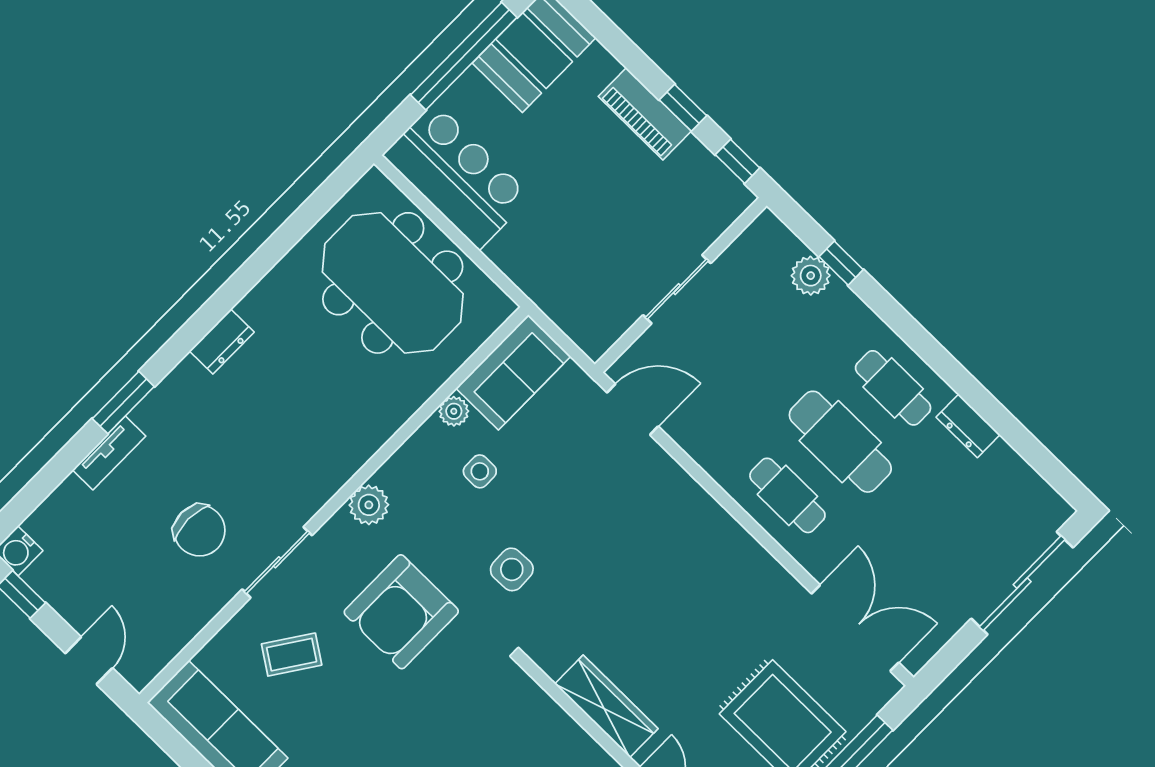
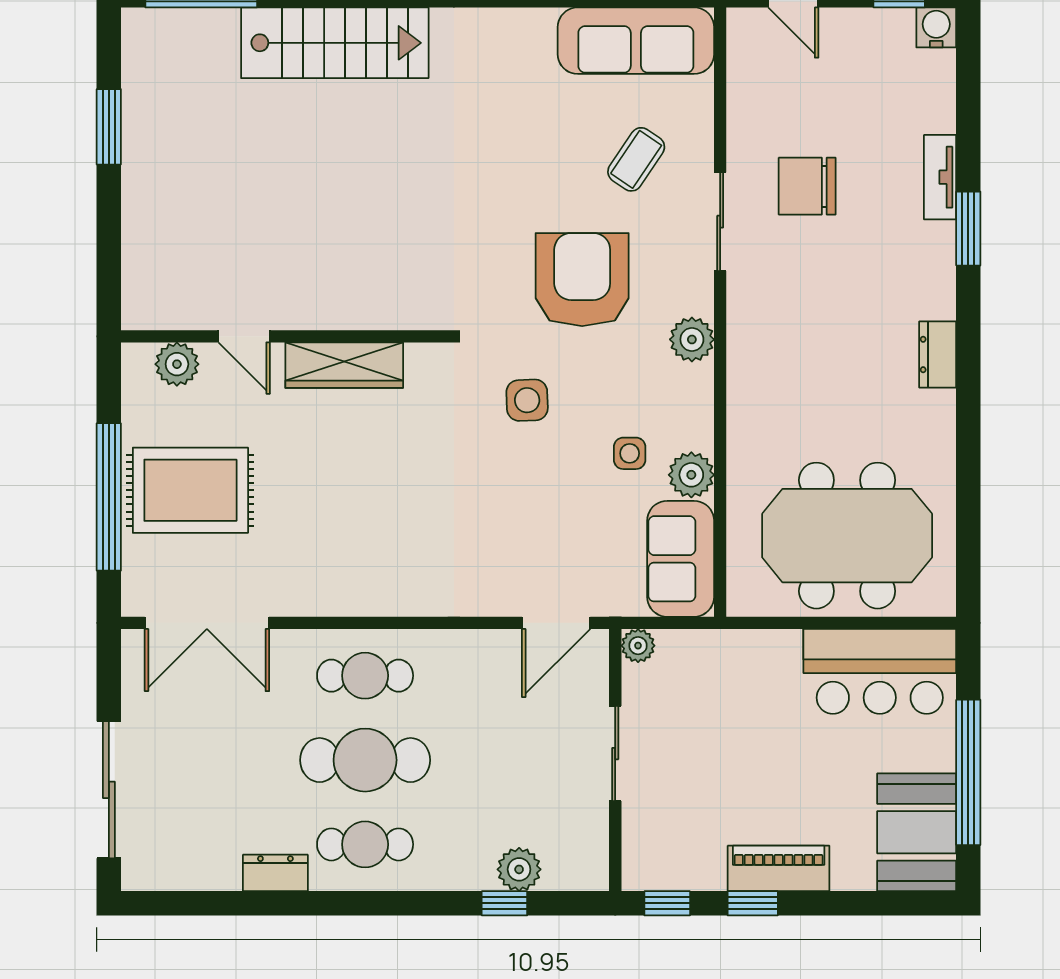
plant: (595, 344) -> (638, 646), added
plant: (454, 411) -> (691, 475), width x1.38, depth x1.38

